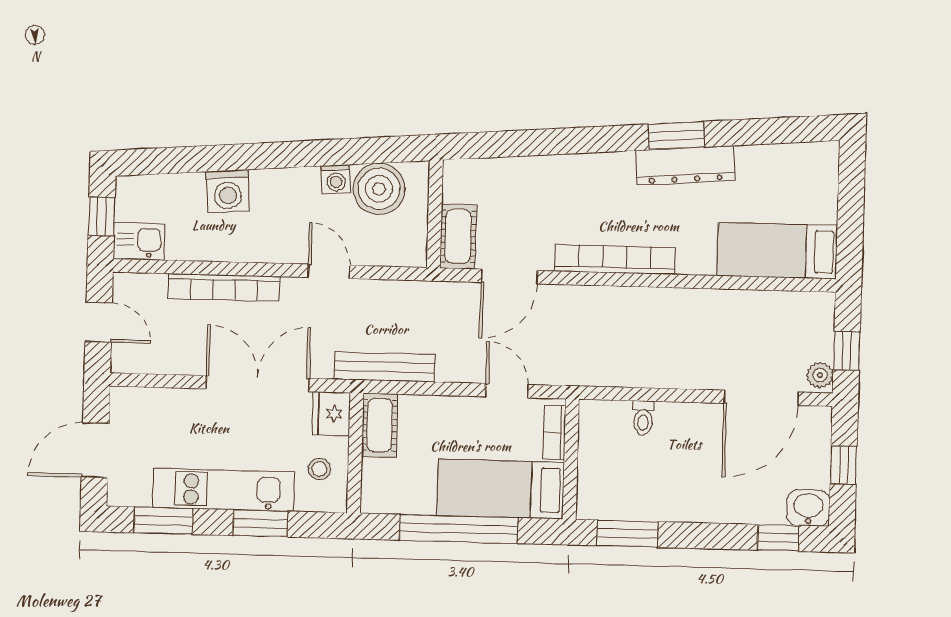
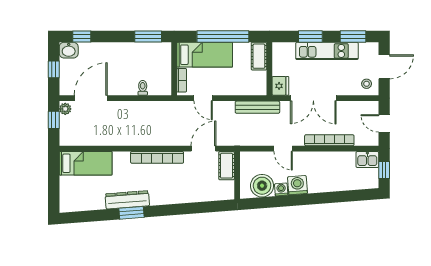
washing machine: (228, 191) -> (297, 185), moved
cot: (380, 425) -> (259, 56), moved
stool: (319, 469) -> (367, 84), moved

